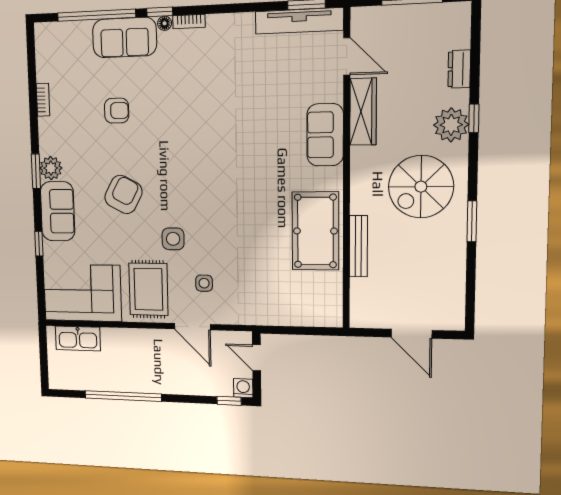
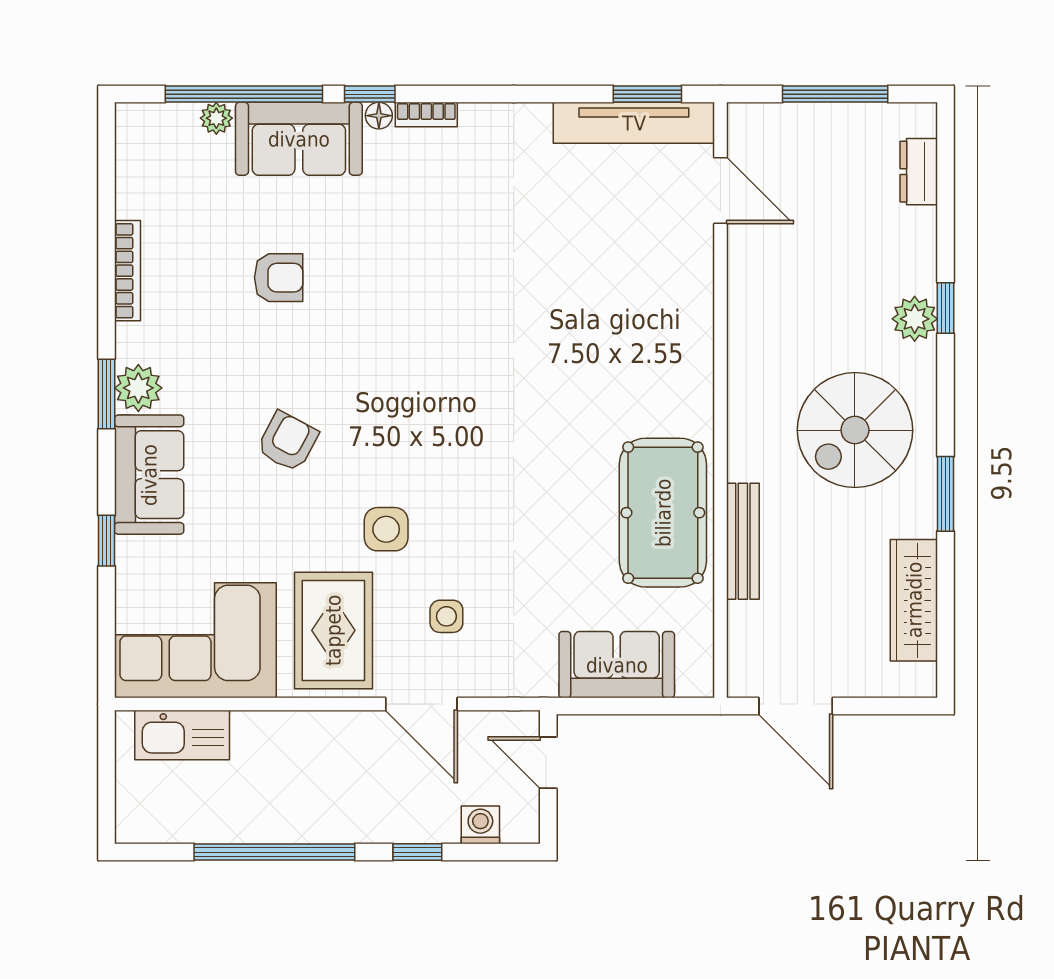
plant: (83, 29) -> (216, 118), added
dresser: (459, 69) -> (919, 172), moved
bookcase: (43, 100) -> (127, 271), width x1.56
wardrobe: (363, 112) -> (914, 600), moved, turned 180
plant: (451, 125) -> (915, 319), width x0.73, depth x0.73
sofa: (325, 135) -> (617, 665), moved, turned 90
armchair: (123, 194) -> (288, 442), width x0.72, depth x0.72
door: (411, 334) -> (796, 706), moved
washing machine: (243, 388) -> (480, 825), moved
window: (229, 401) -> (417, 852), moved

